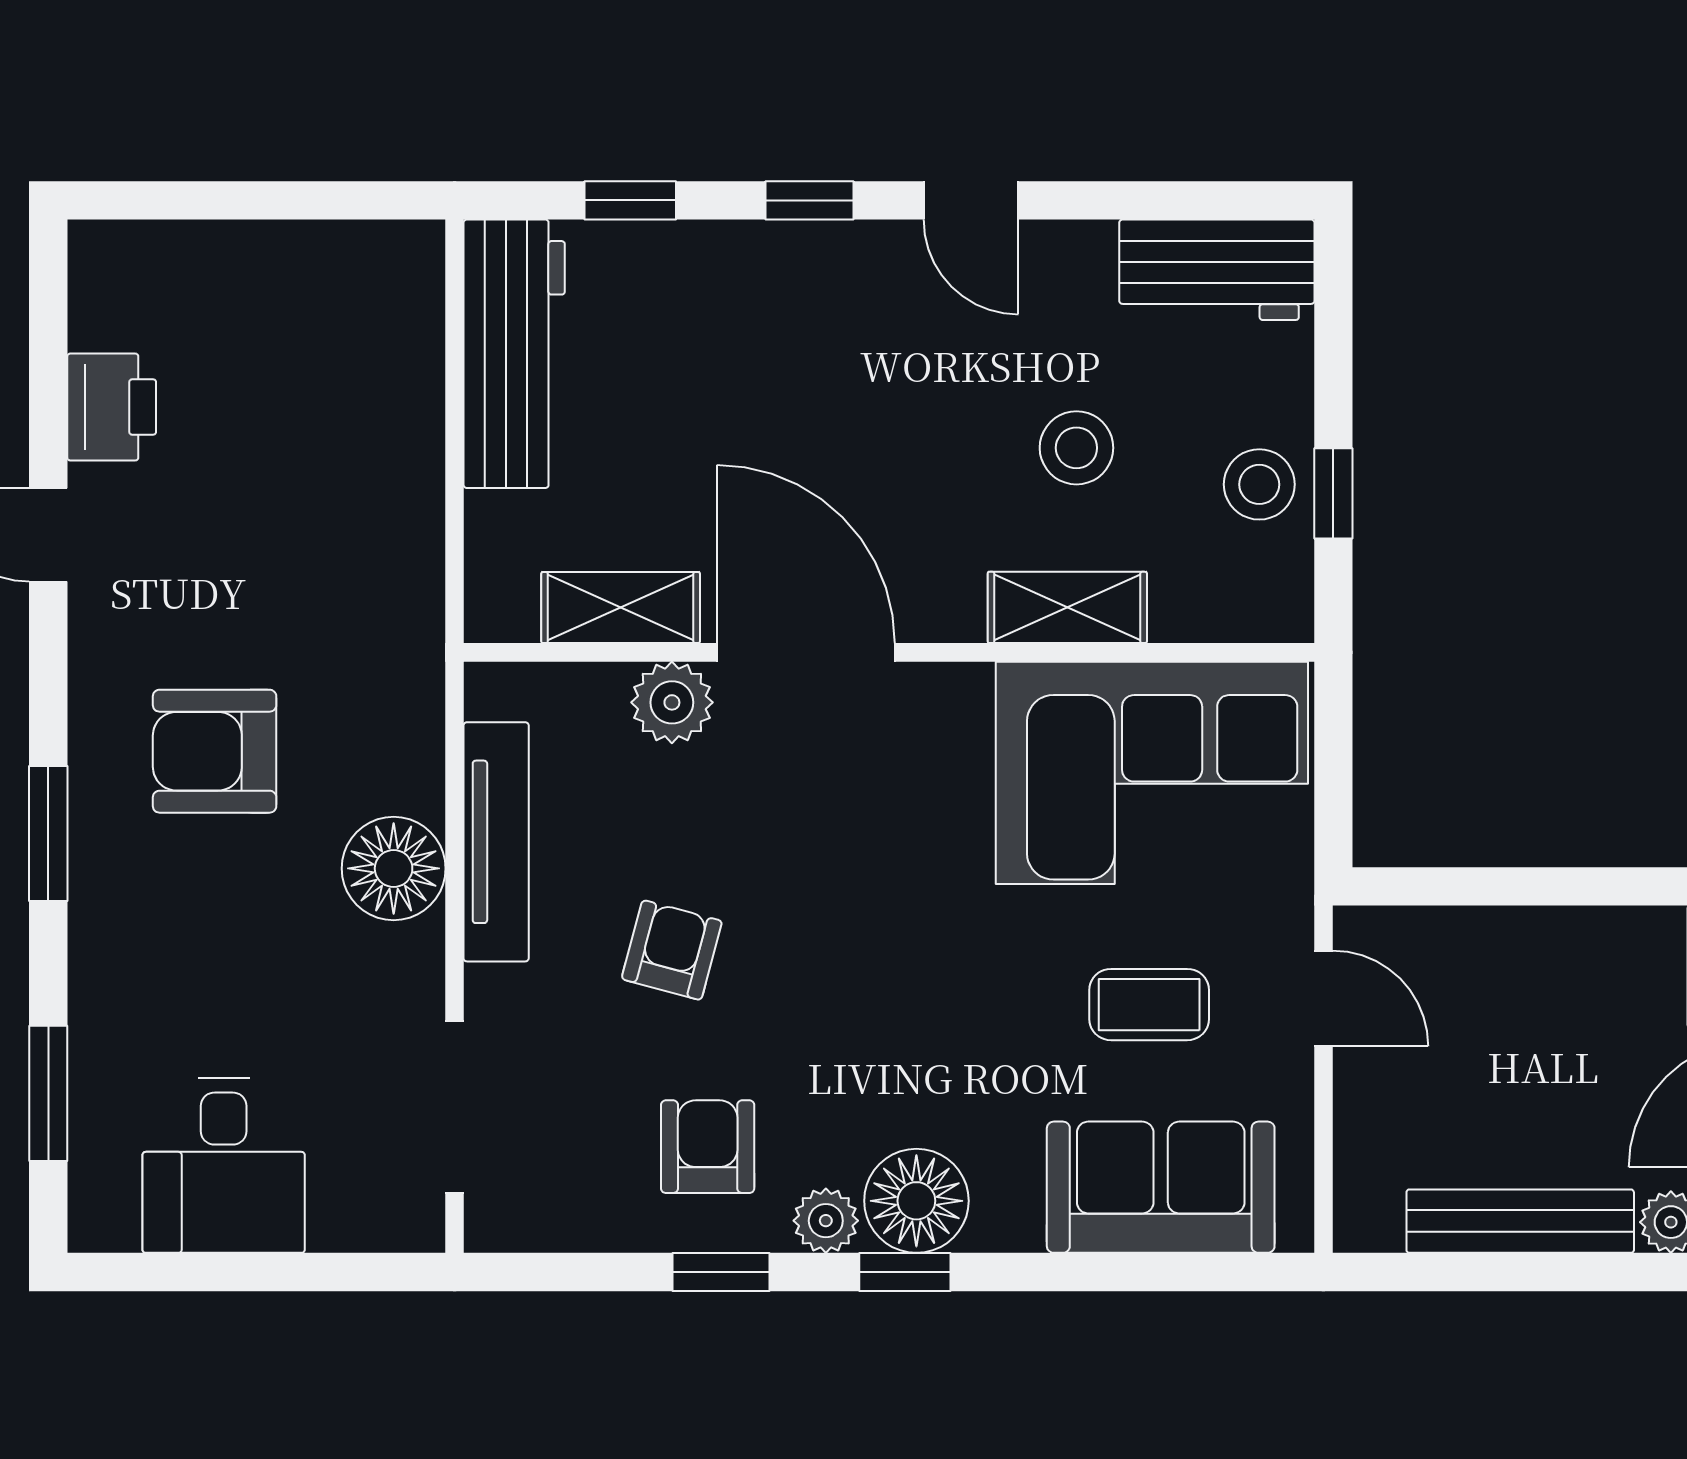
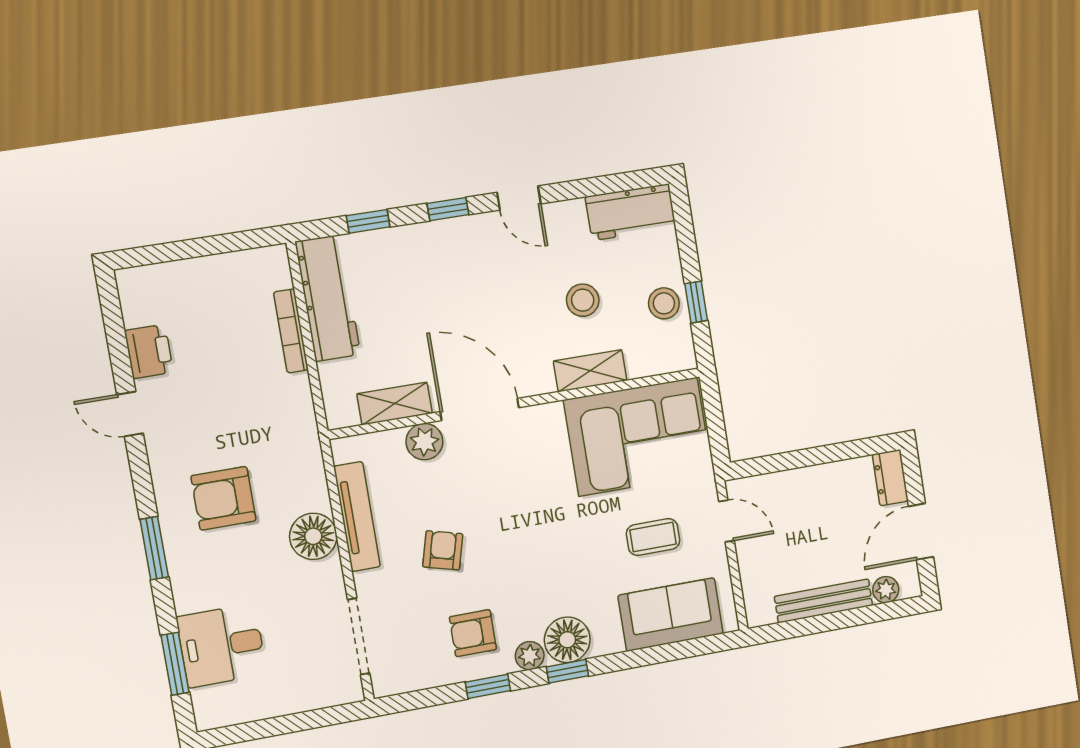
bookcase: (422, 412) -> (291, 331), added
armchair: (708, 1147) -> (473, 633), turned -90
desk: (224, 1166) -> (222, 646), moved, turned 90

